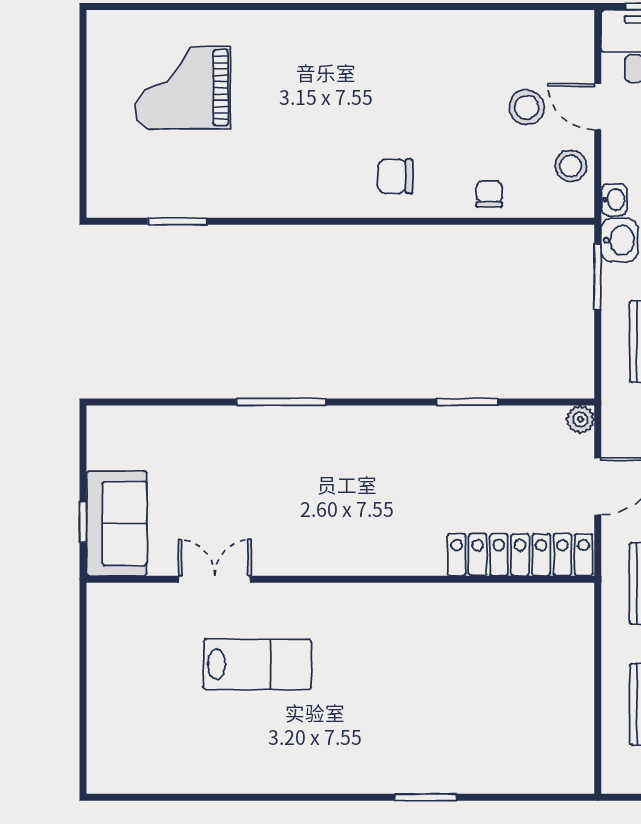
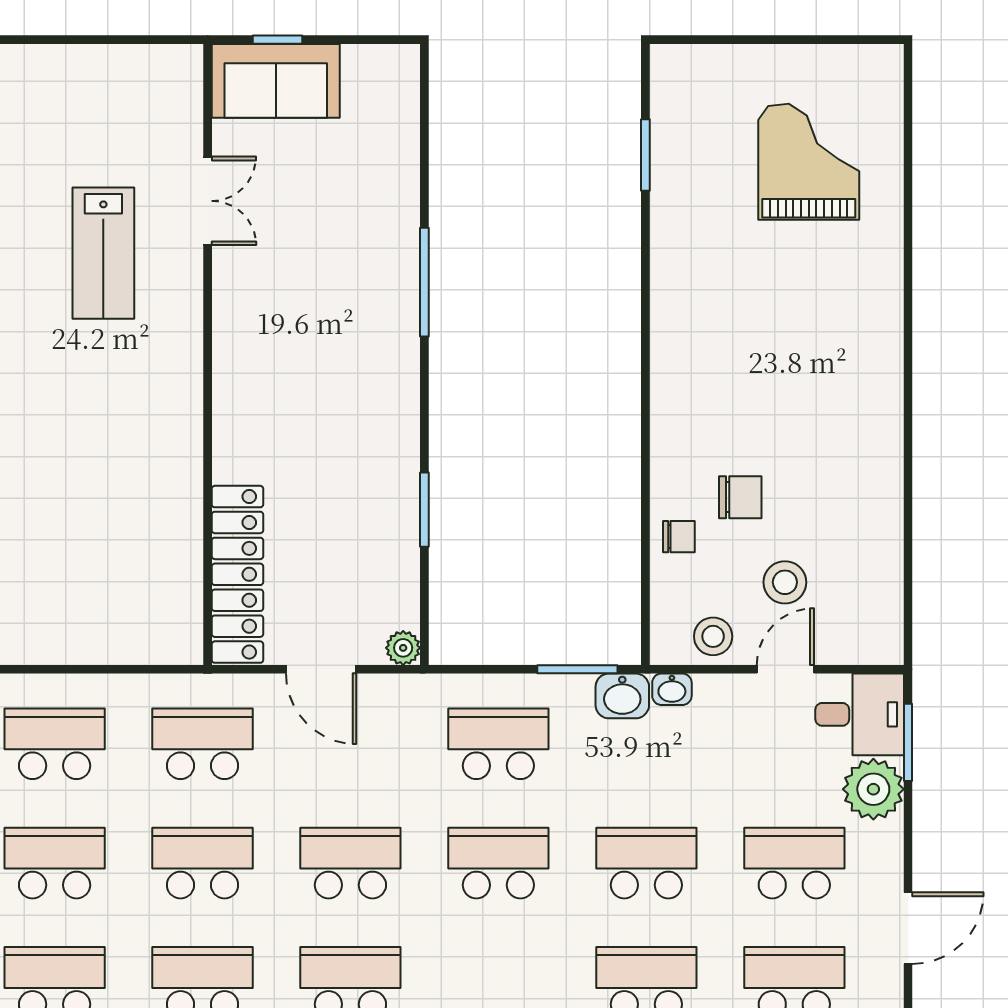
chair: (395, 176) -> (740, 497), moved, turned 90

